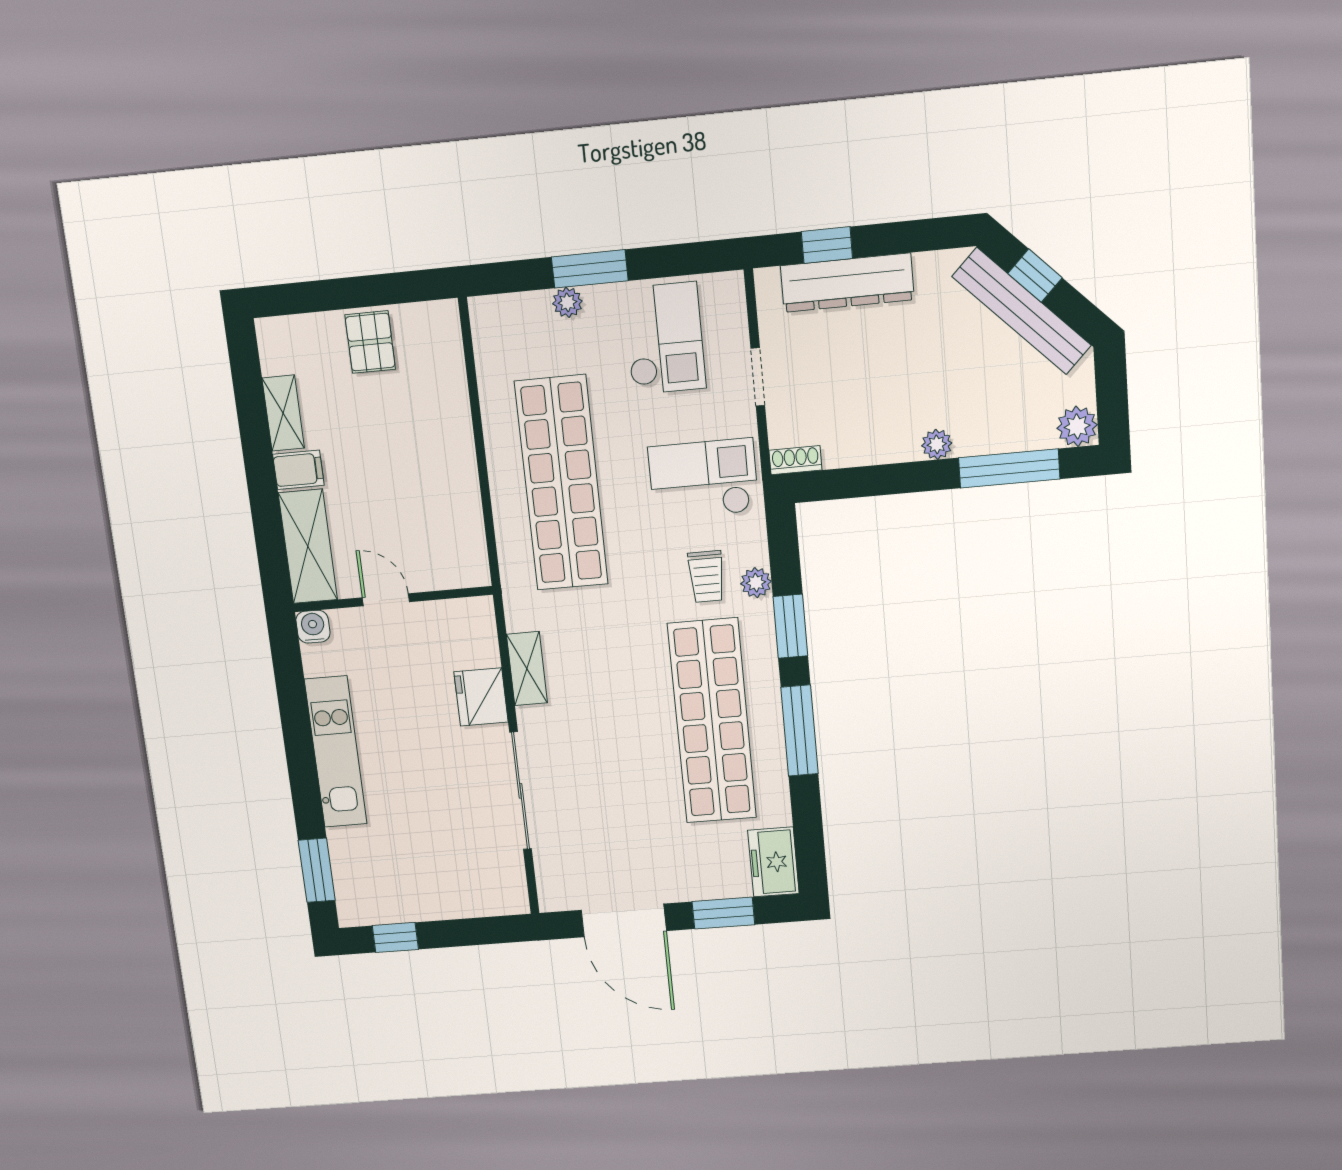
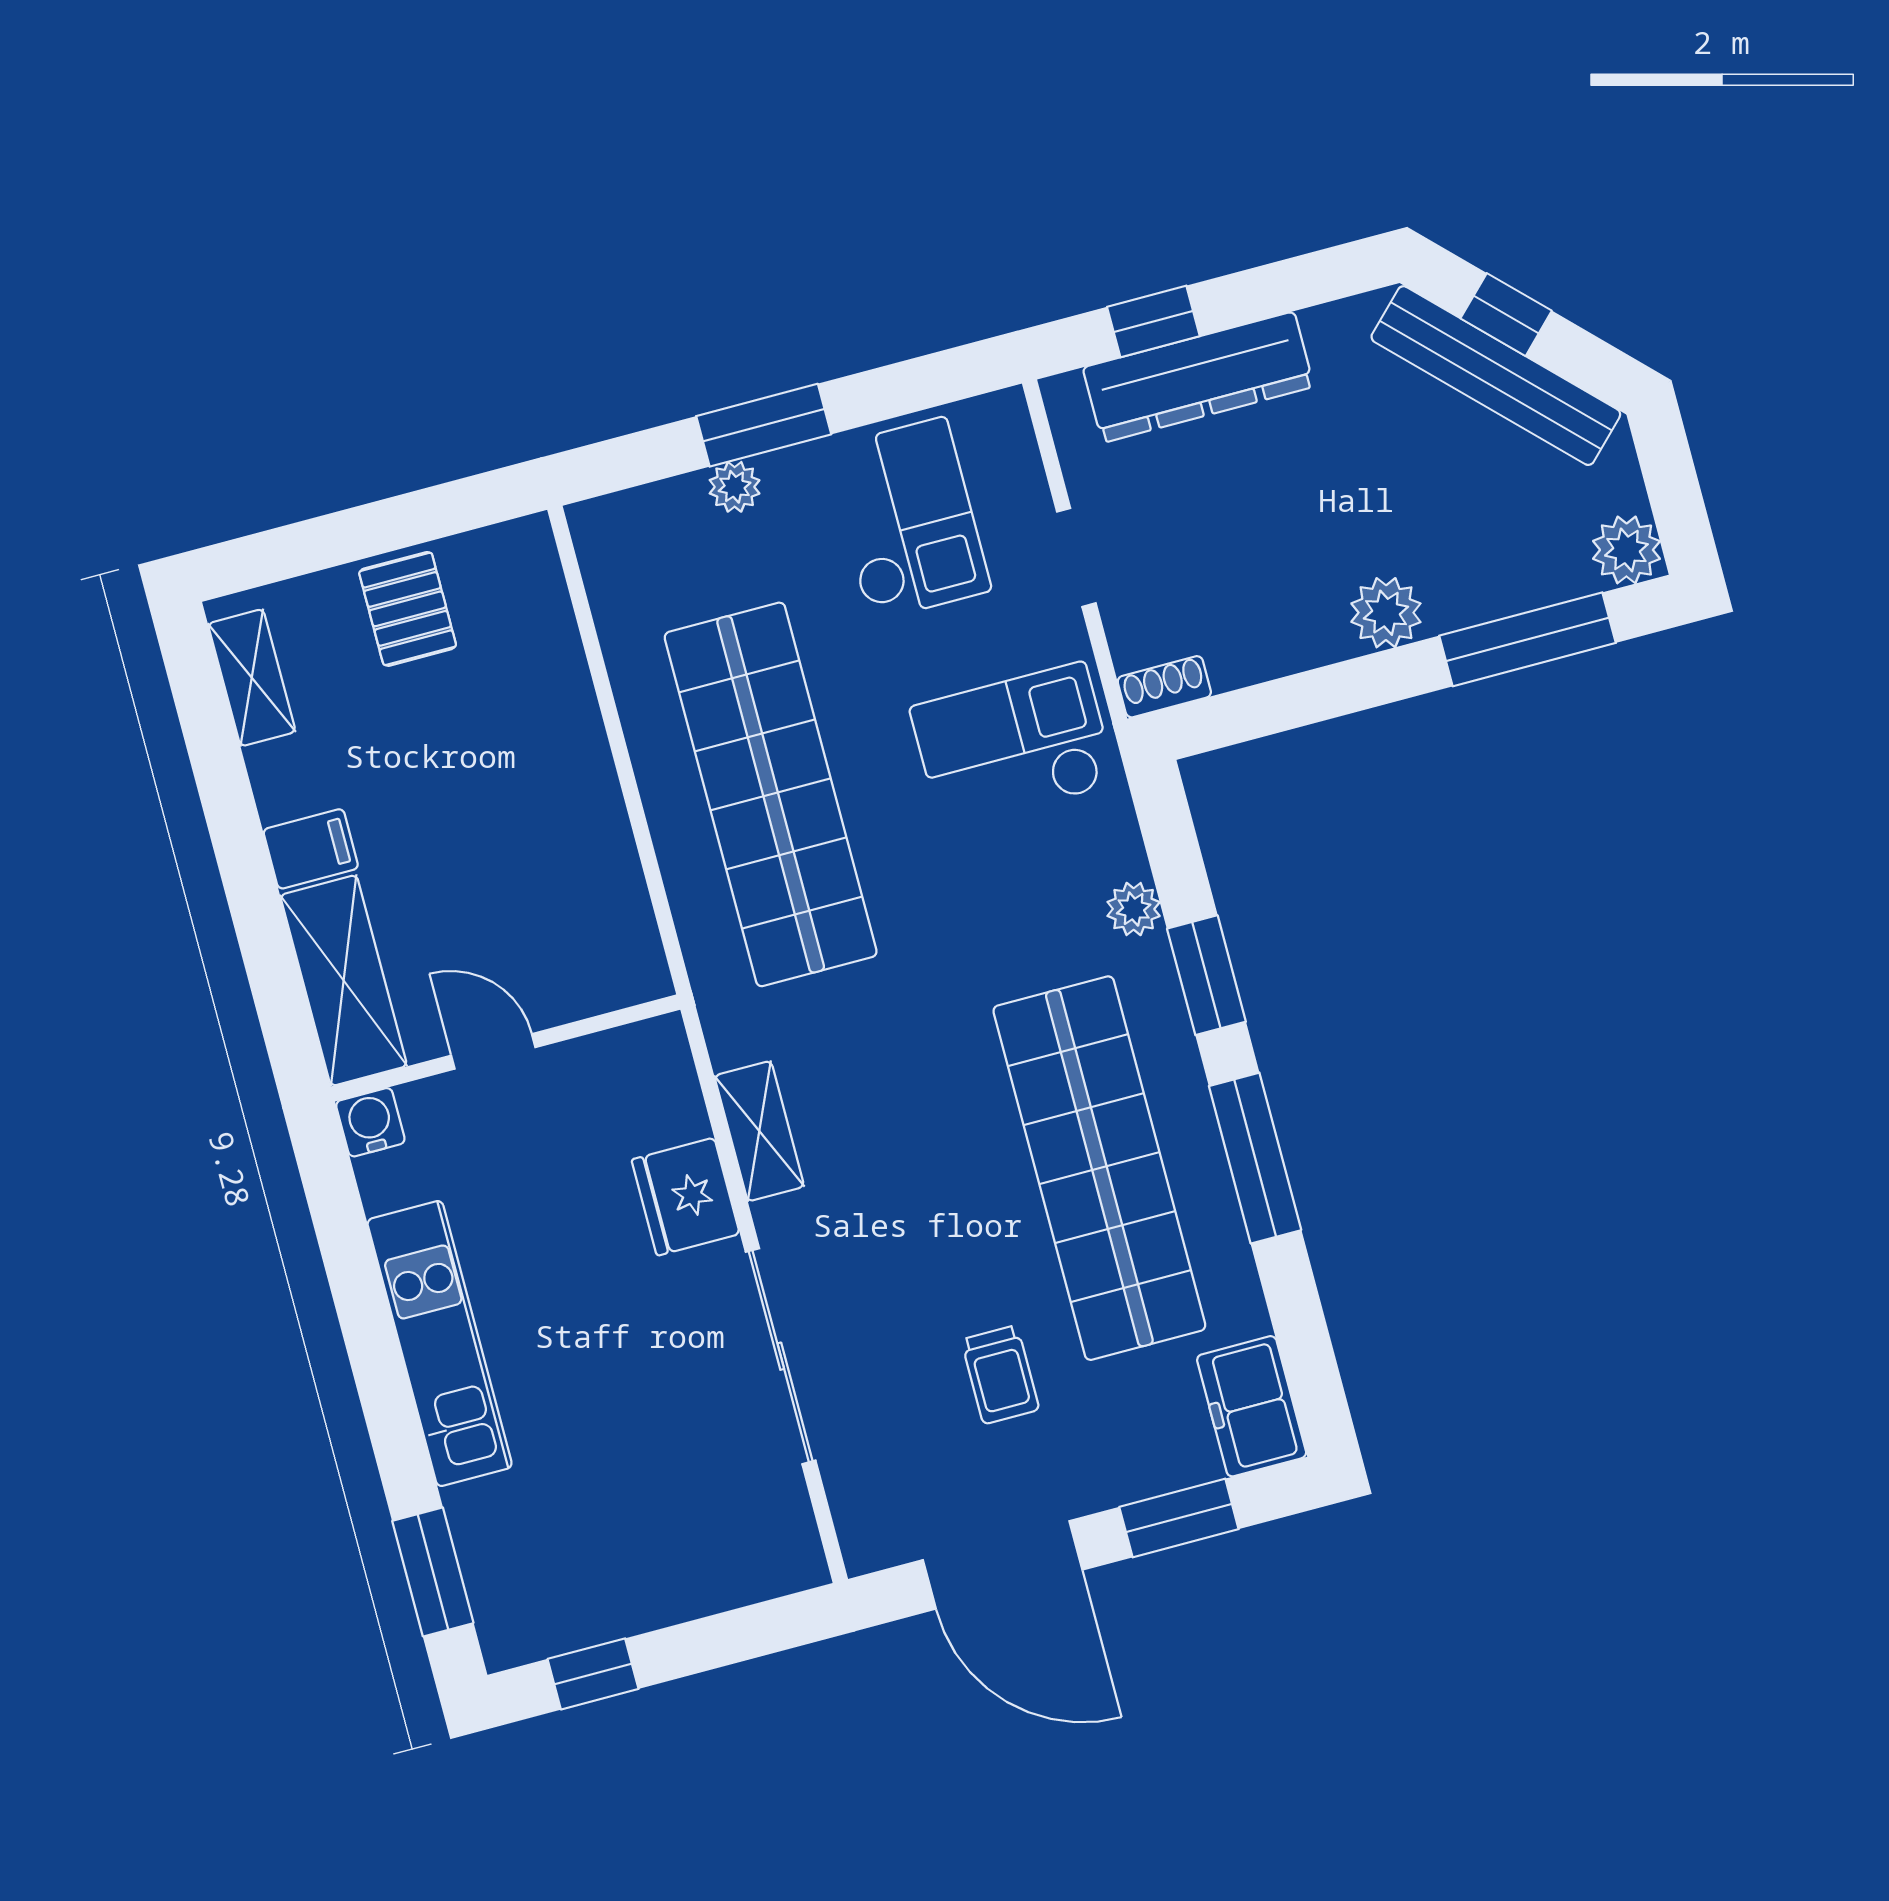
shelving: (283, 413) -> (252, 678), moved
plant: (937, 444) -> (1386, 613), width x1.38, depth x1.38
trolley: (706, 576) -> (1000, 1375), moved

